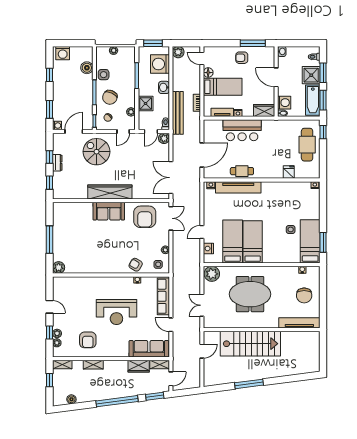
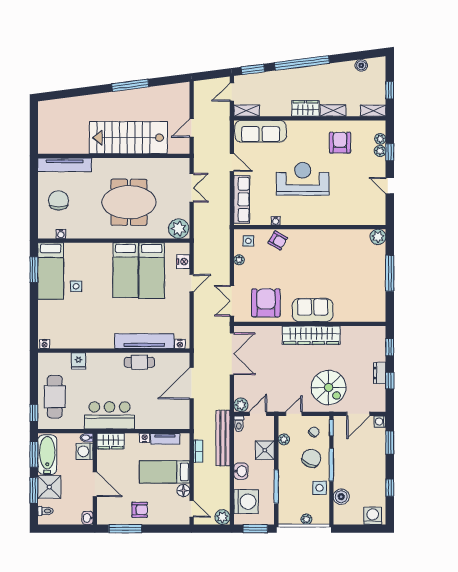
bar counter: (242, 130) -> (110, 415), moved
wardrobe: (139, 366) -> (305, 108), moved

